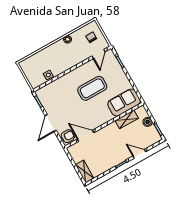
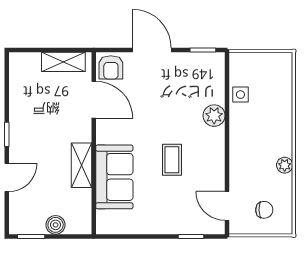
plant: (63, 81) -> (214, 116), added
coffee table: (92, 88) -> (172, 160), width x0.54, depth x0.58
sofa: (124, 103) -> (114, 177), moved
shelving: (127, 119) -> (81, 165), moved
door: (86, 136) -> (94, 100), hinge flipped
shelving: (85, 171) -> (63, 62), moved

